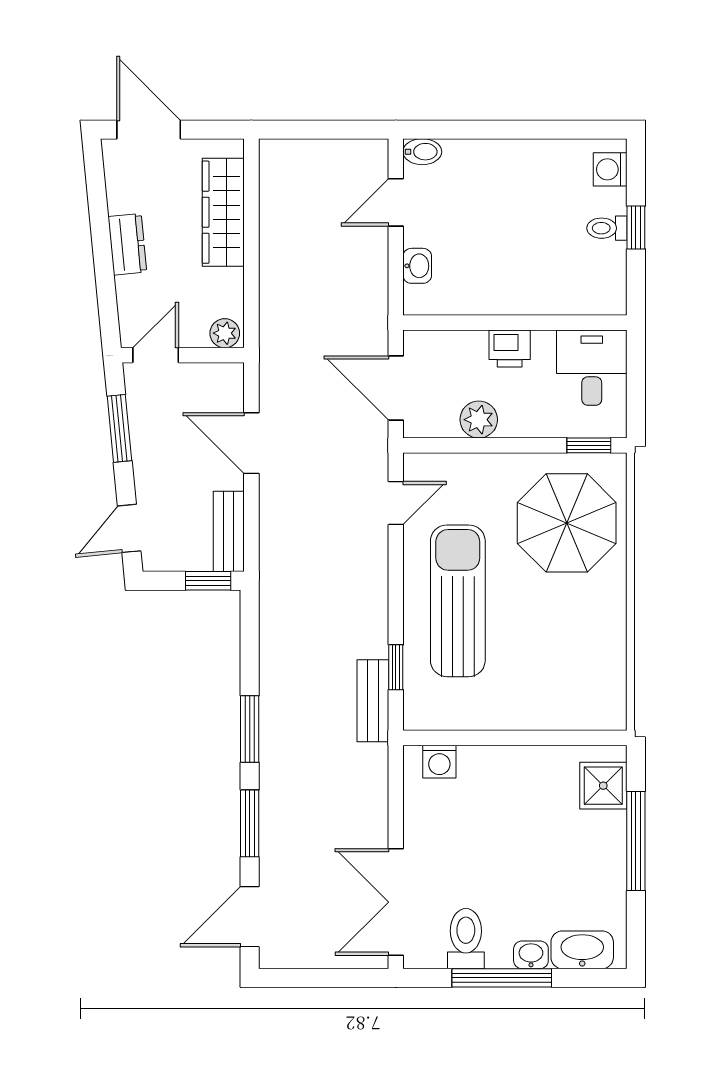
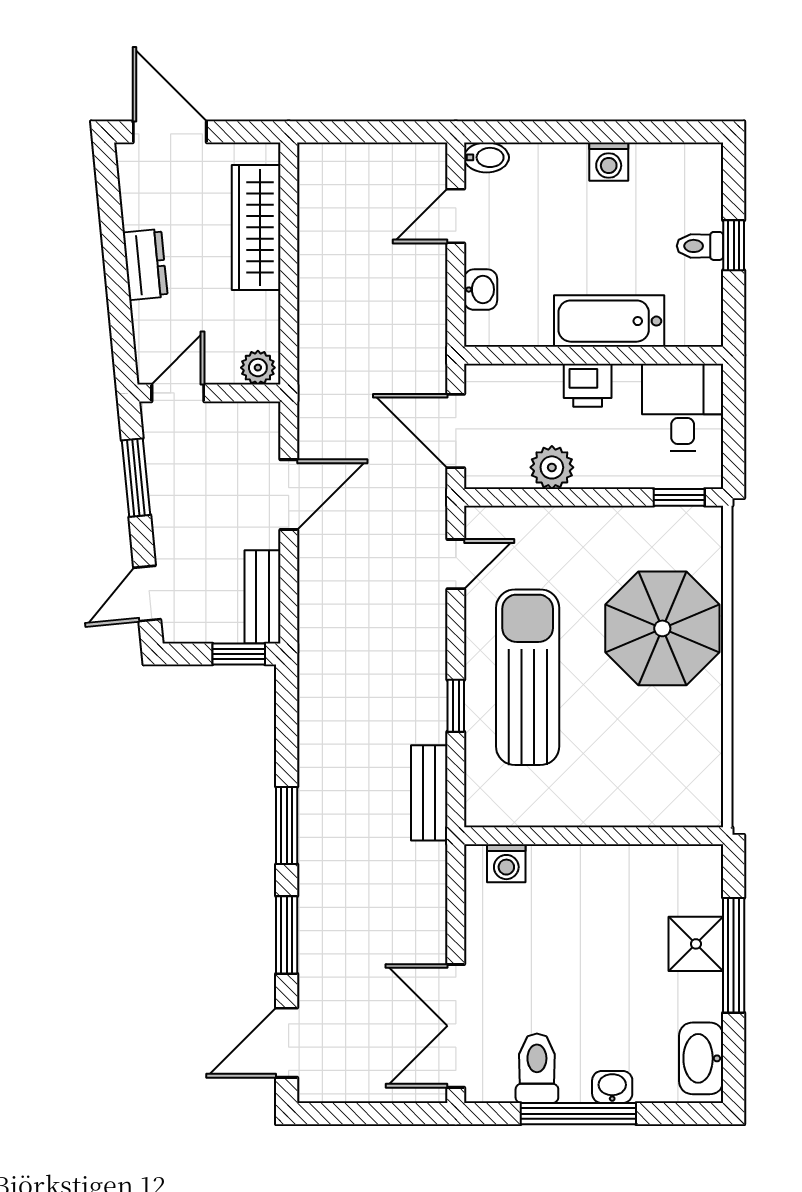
washing machine: (610, 169) -> (609, 162), moved, turned -90
bathtub: (528, 293) -> (609, 321), added
door: (251, 443) -> (289, 495), swing flipped
parasol: (567, 523) -> (662, 628), moved
window: (396, 667) -> (456, 706), moved
shower: (603, 786) -> (696, 944), moved
washbasin: (582, 950) -> (701, 1058), moved, turned -90

